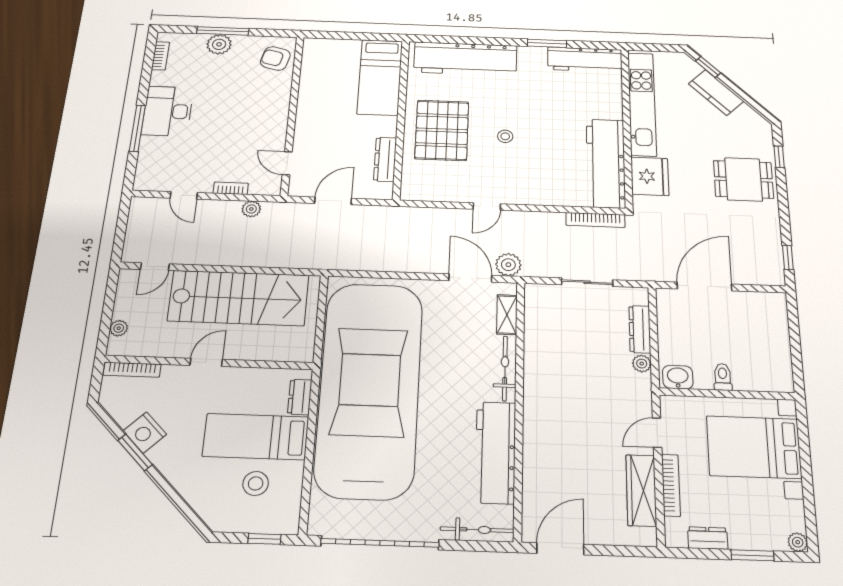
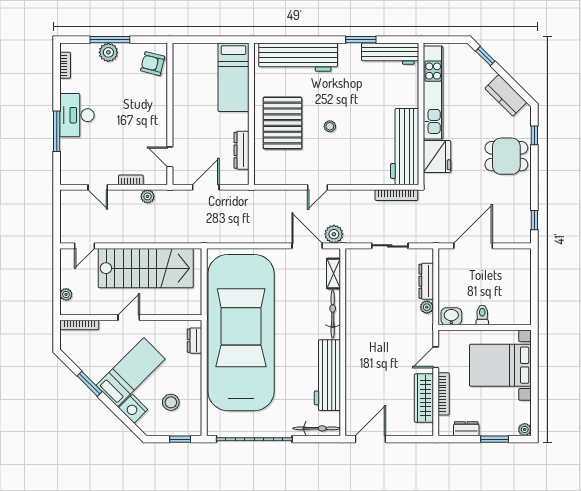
kitchen counter: (716, 92) -> (506, 95), moved
nightstand: (145, 433) -> (133, 409), moved
bed: (256, 437) -> (131, 372), moved, turned 135

